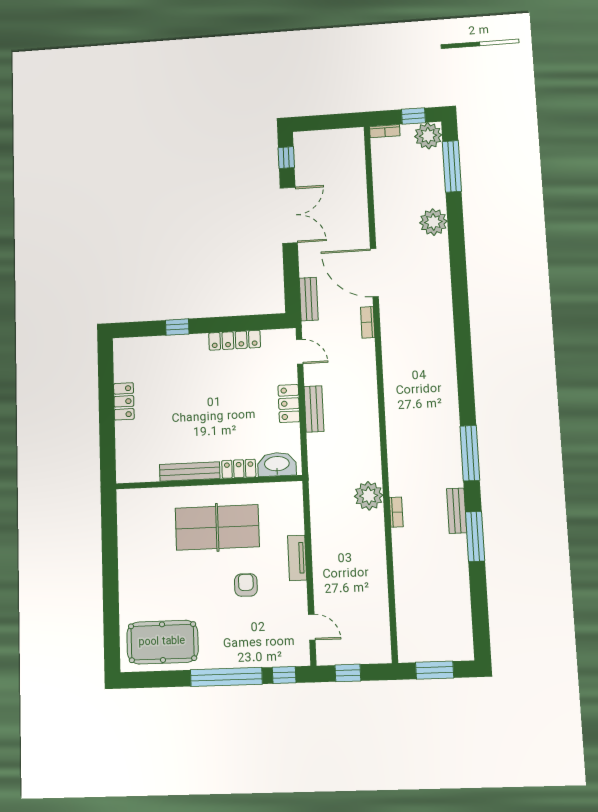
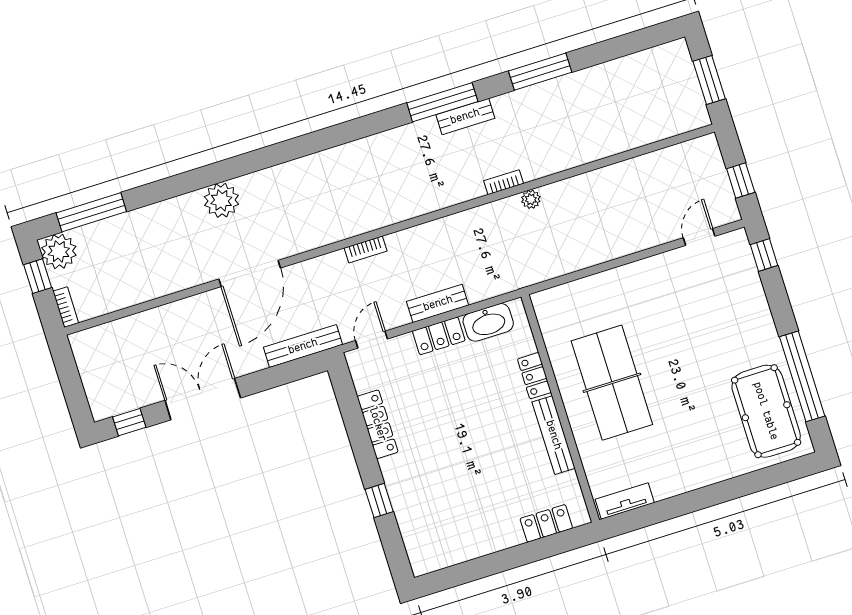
plant: (433, 222) -> (221, 200), moved
bench: (309, 299) -> (303, 346), width x1.36
bookcase: (368, 322) -> (366, 249), moved
locker: (124, 401) -> (546, 523), moved
washbasin: (277, 464) -> (488, 322), moved, turned -90
plant: (369, 496) -> (531, 199), width x0.53, depth x0.53
bench: (457, 511) -> (465, 116), moved
bookcase: (396, 512) -> (504, 182), moved
tv unit: (297, 558) -> (625, 501), moved, turned 180
armchair: (246, 585) -> (671, 329), removed
window: (226, 677) -> (802, 376), moved

